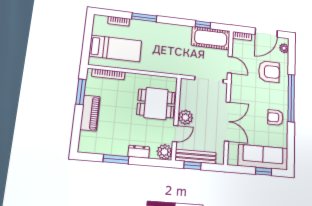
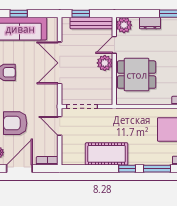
window: (203, 25) -> (127, 169), moved
cot: (211, 38) -> (107, 154), moved
window: (193, 166) -> (81, 14), moved

